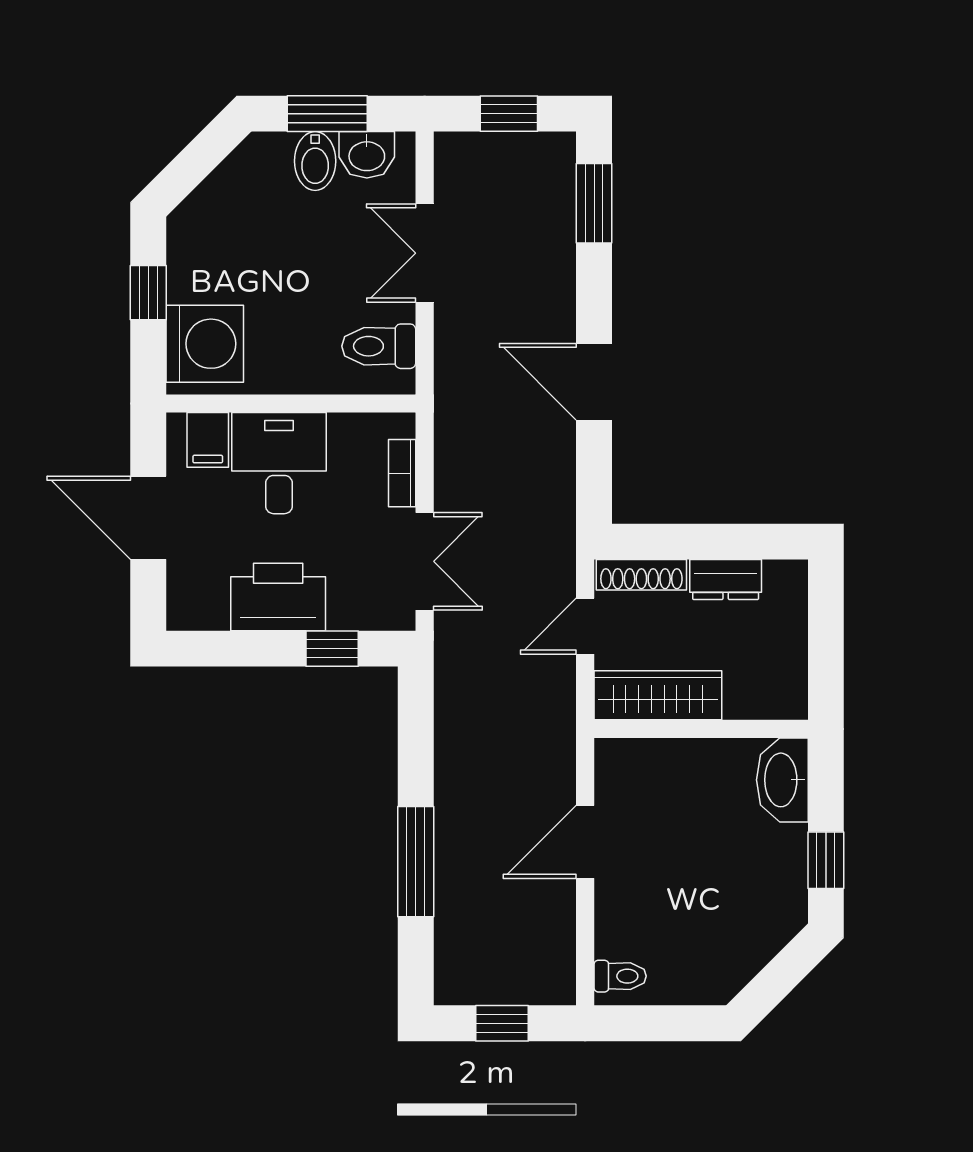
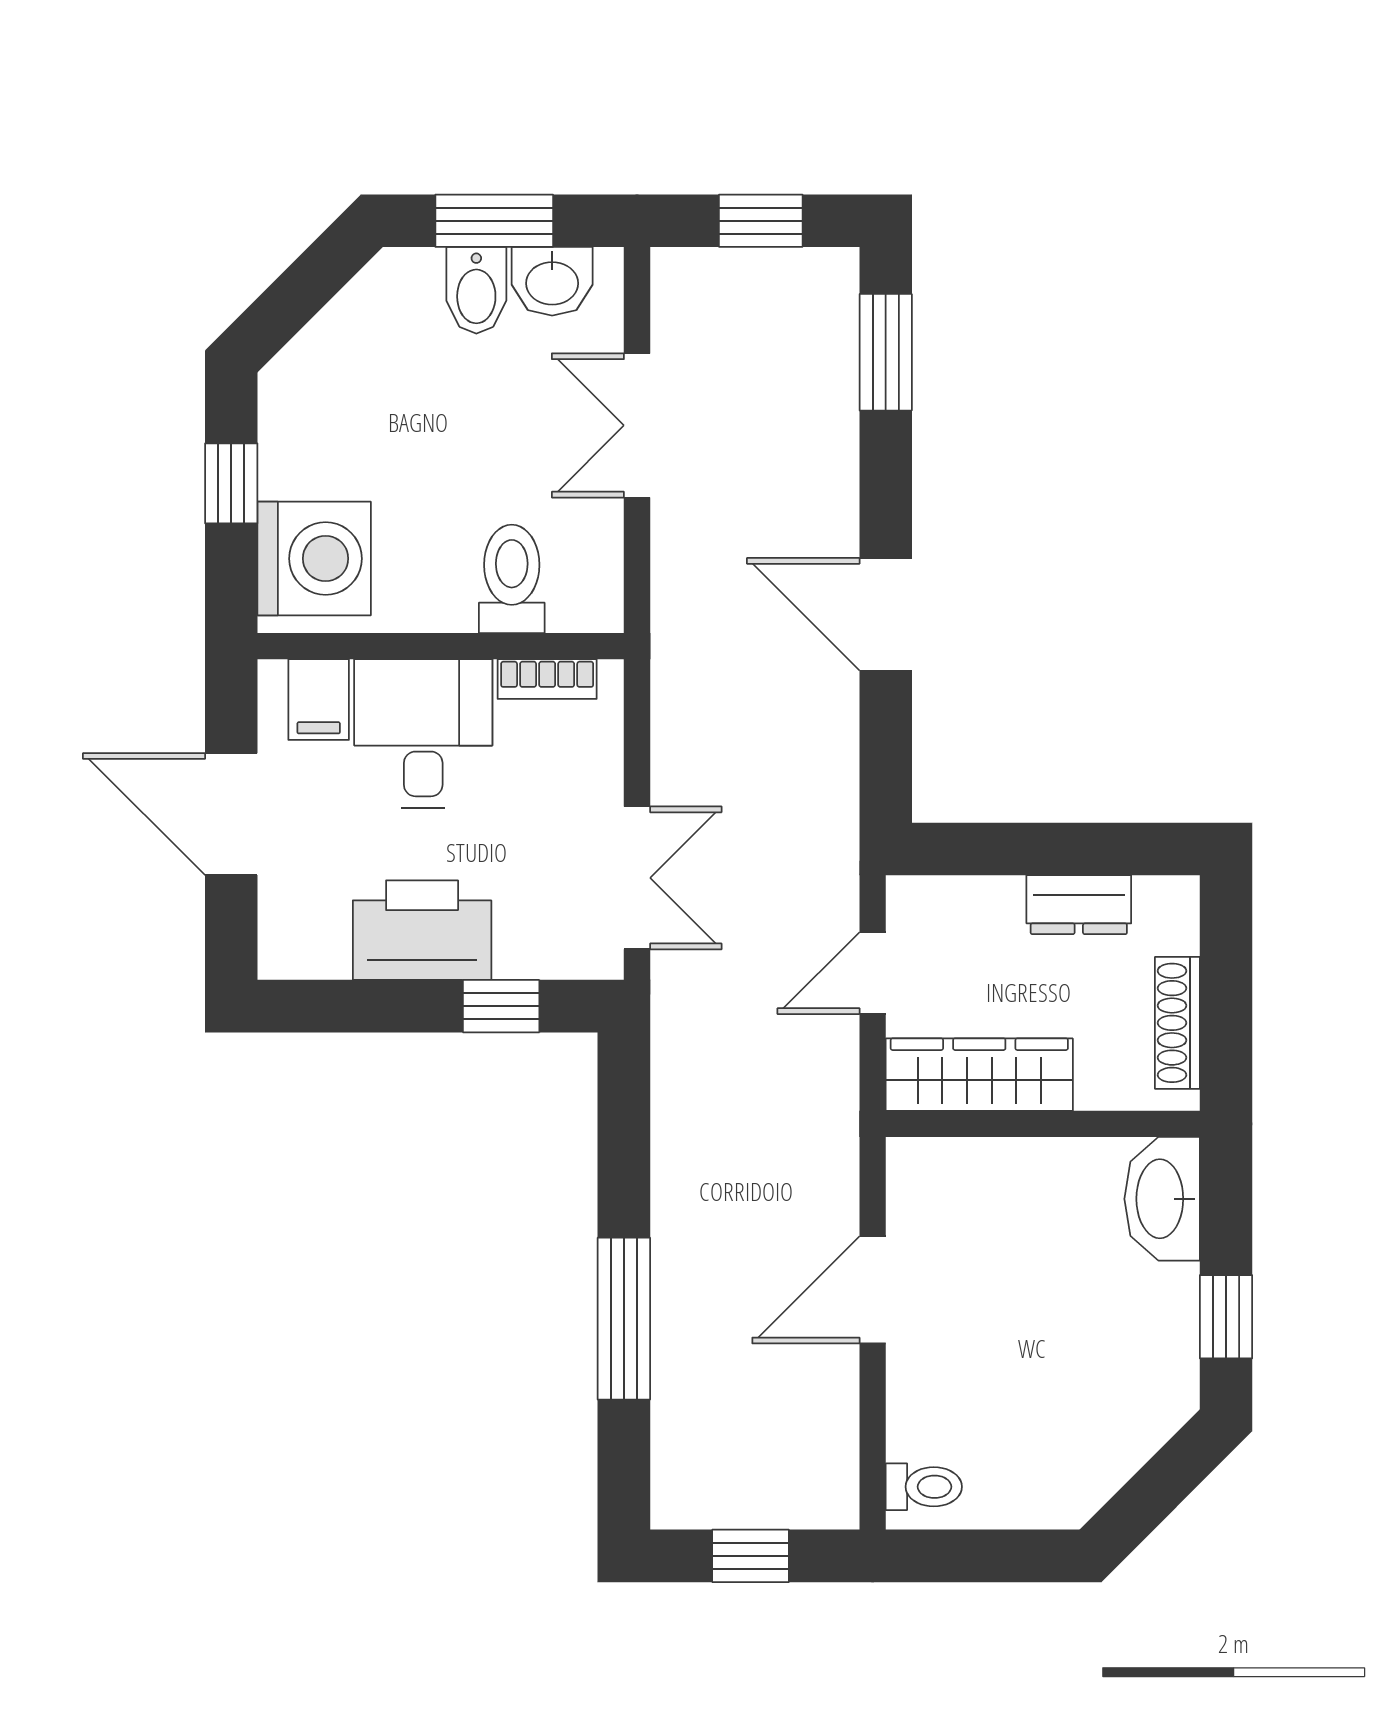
toilet: (379, 346) -> (512, 579), moved, turned 90
bookcase: (402, 473) -> (547, 679), moved, turned -90
shoe rack: (641, 575) -> (1177, 1023), moved, turned 90

